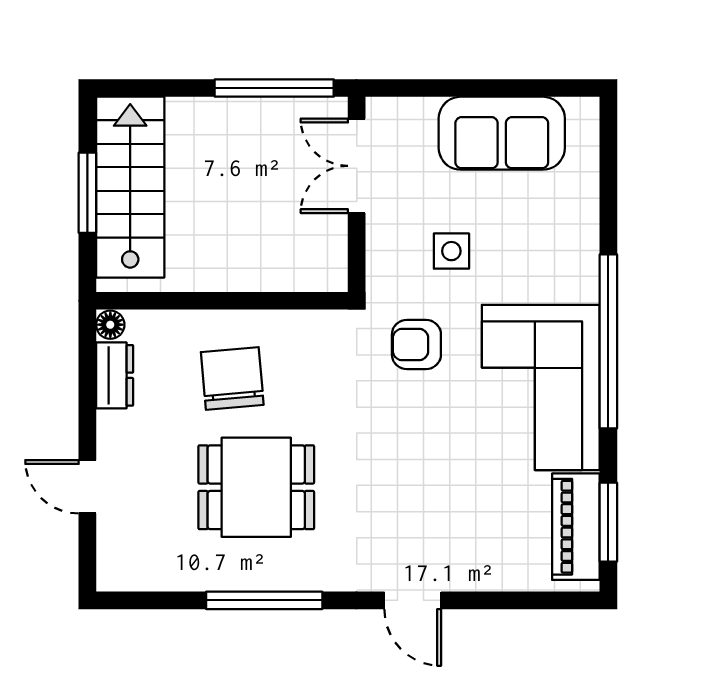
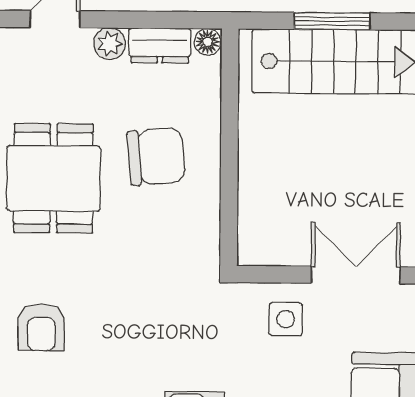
side table: (451, 251) -> (286, 319), moved
armchair: (416, 345) -> (41, 328), moved, turned 180
plant: (113, 429) -> (110, 44), added

